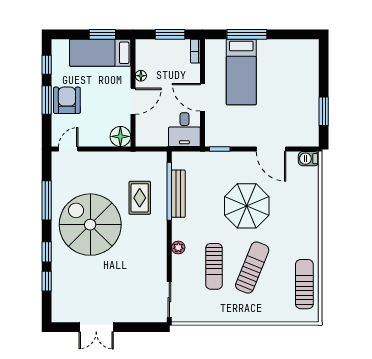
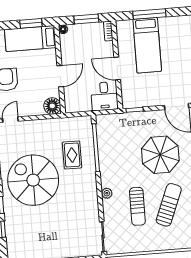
floor lamp: (141, 76) -> (63, 29), moved
bench: (178, 194) -> (103, 149), removed

